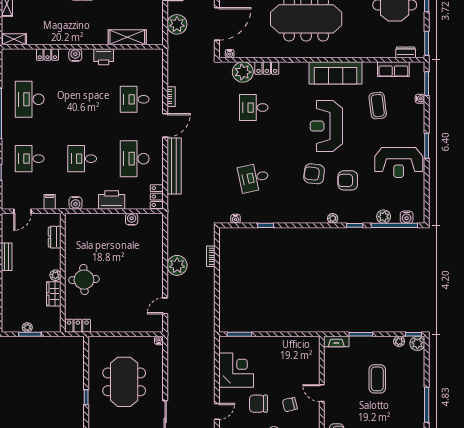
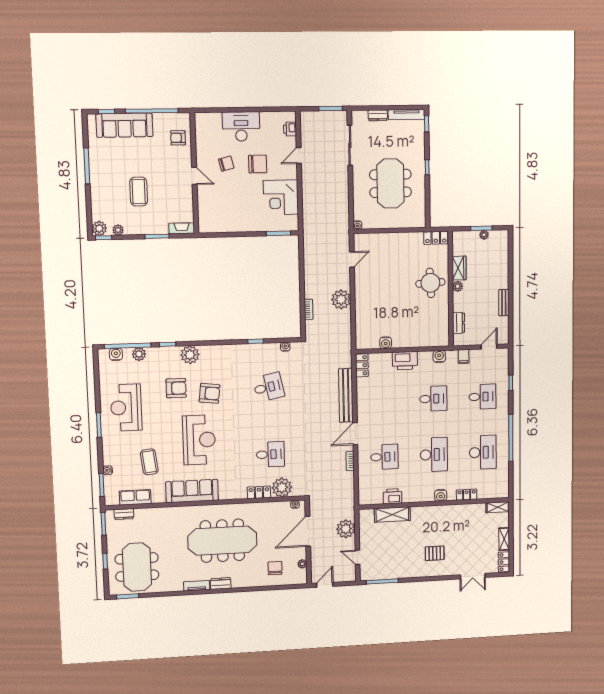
printer: (104, 57) -> (392, 496), moved
desk: (135, 159) -> (434, 455), moved
reception desk: (399, 162) -> (126, 408), turned -90
plant: (333, 218) -> (190, 355), width x1.88, depth x1.88

